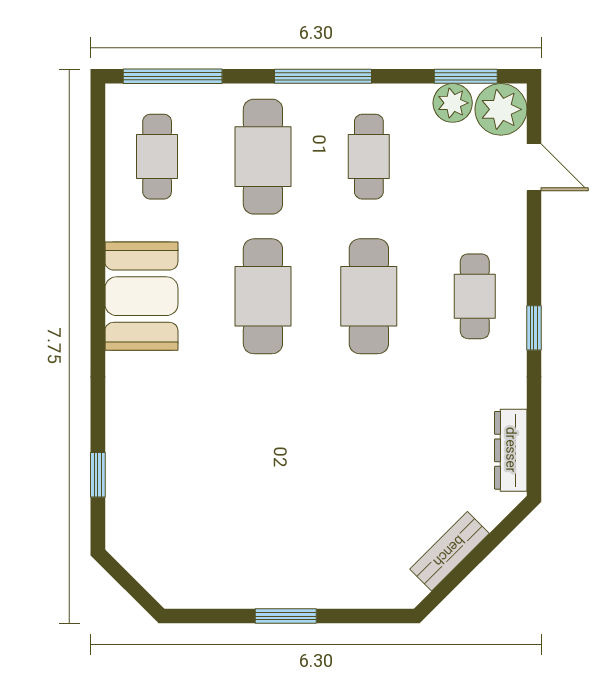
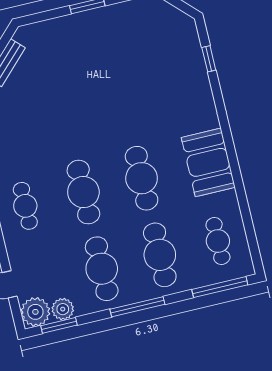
cafe table: (369, 157) -> (102, 269), width x1.37, depth x1.35

